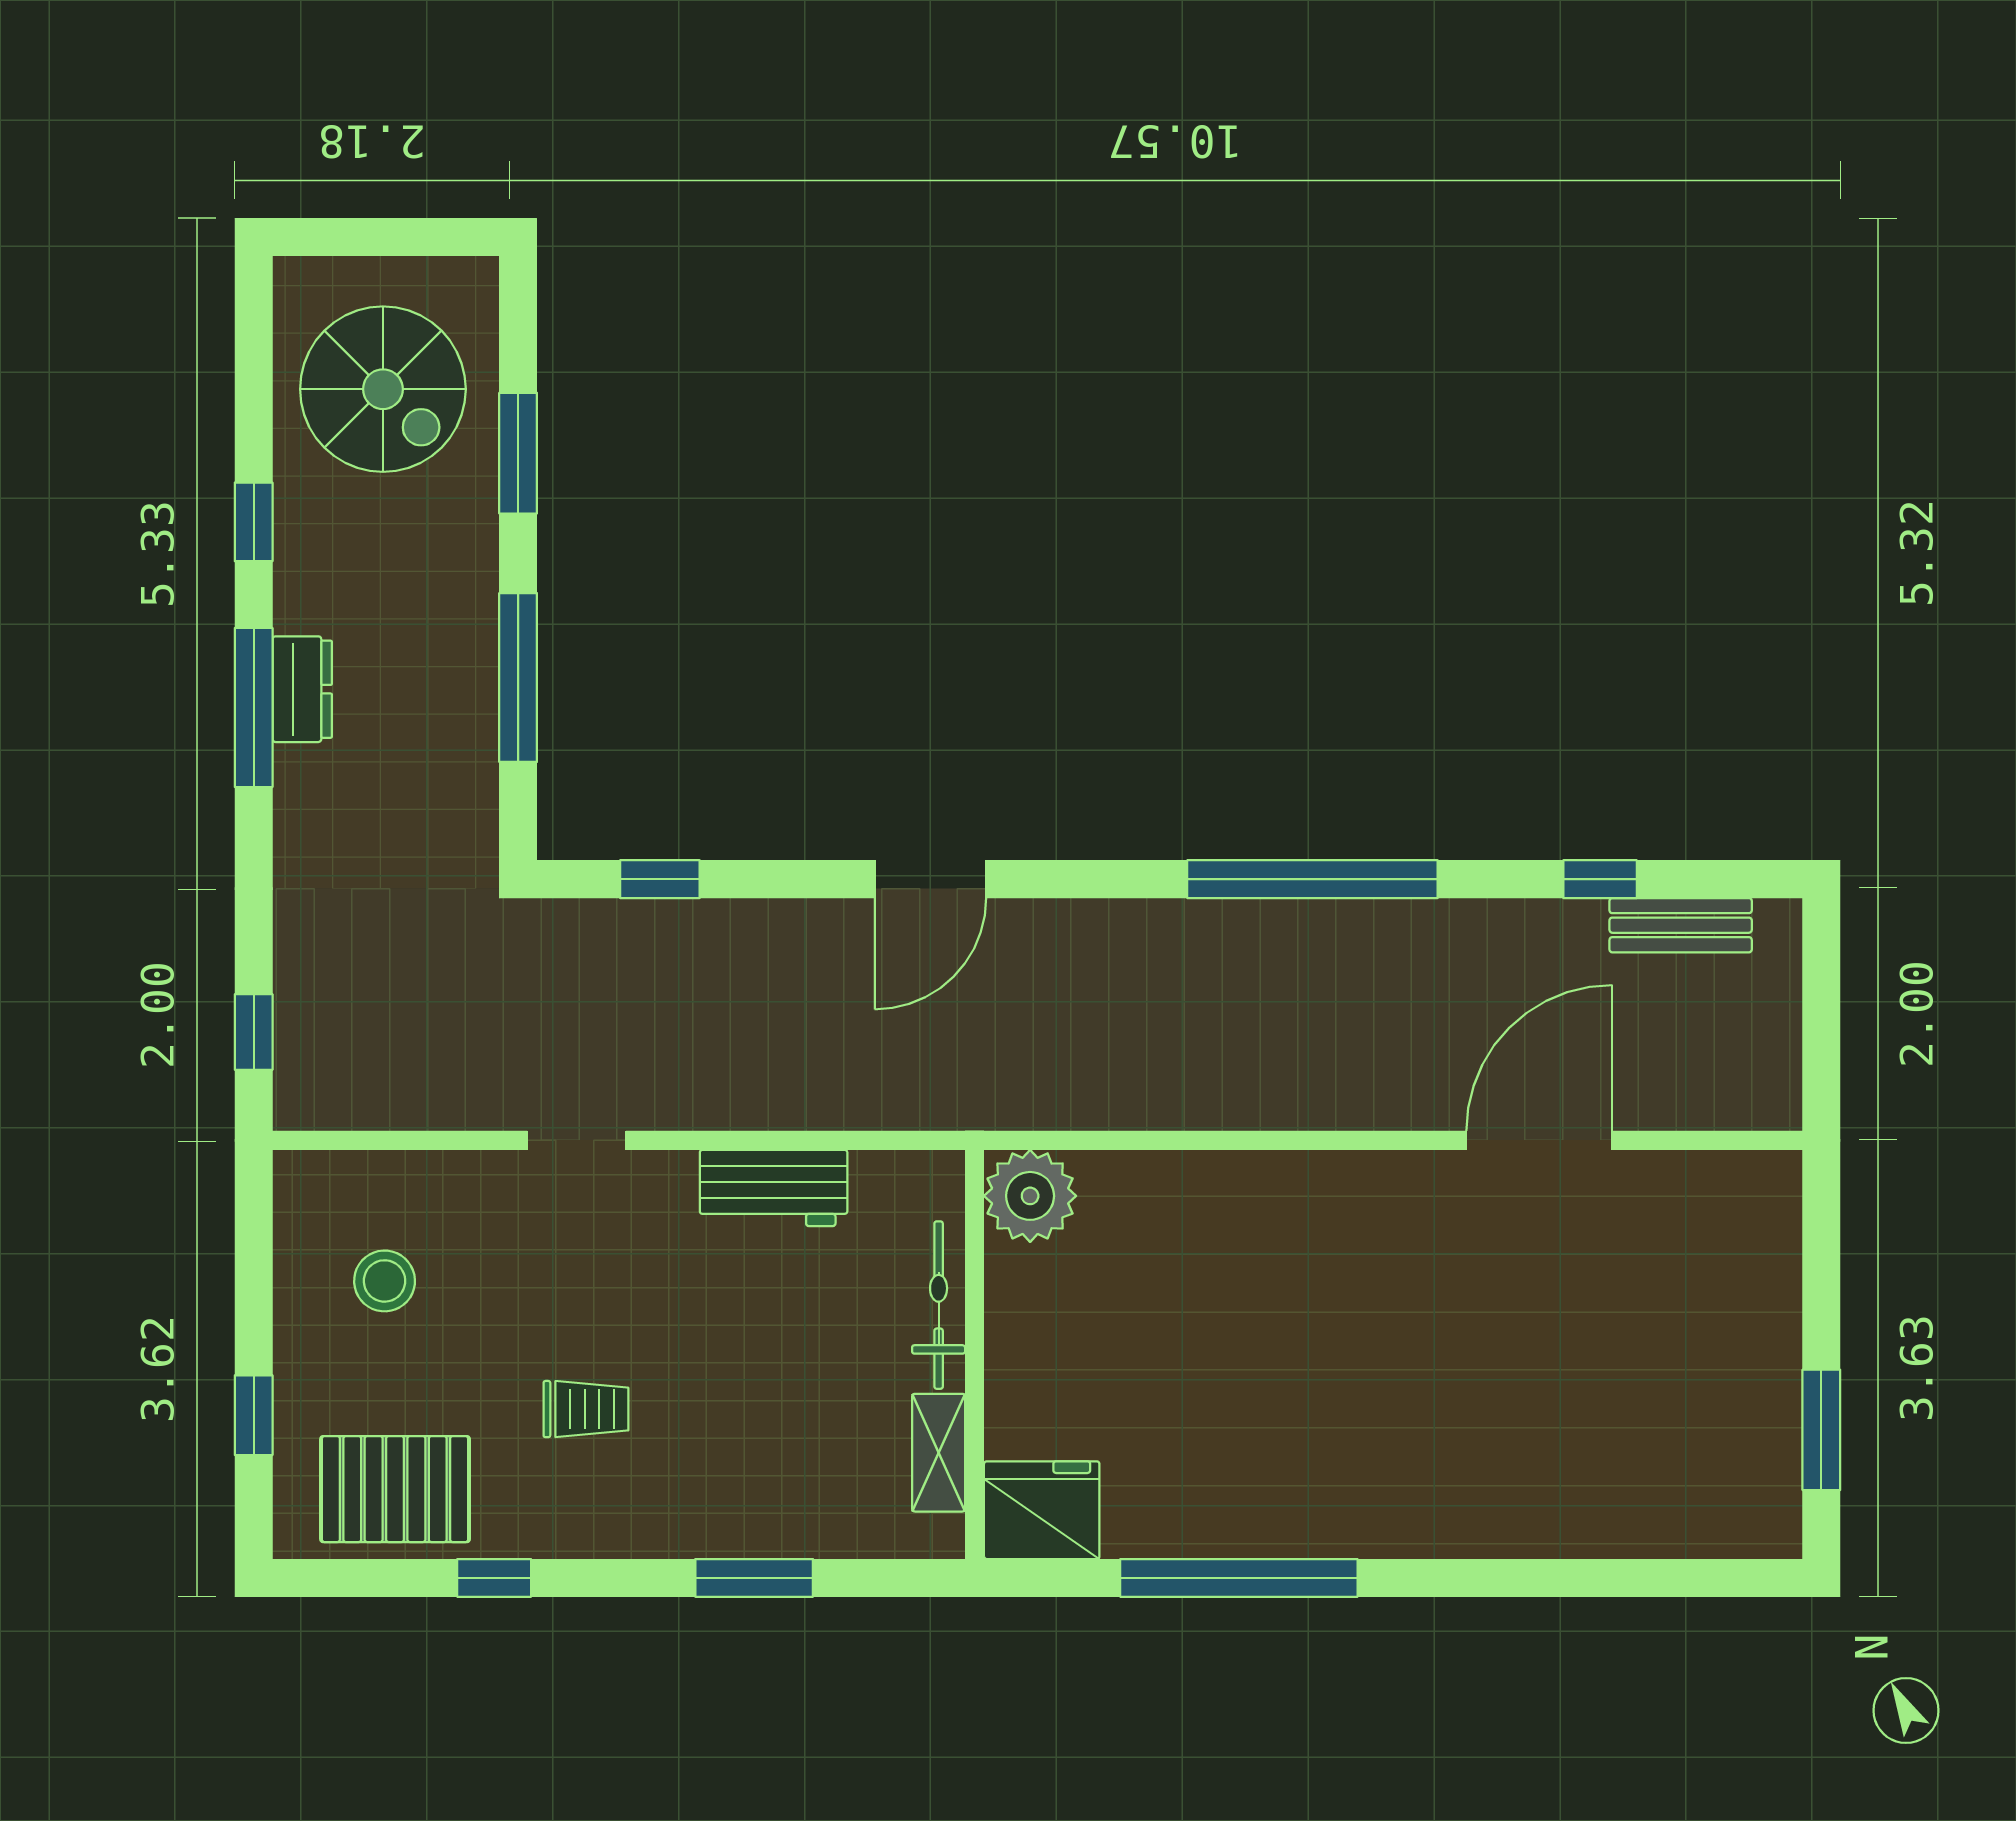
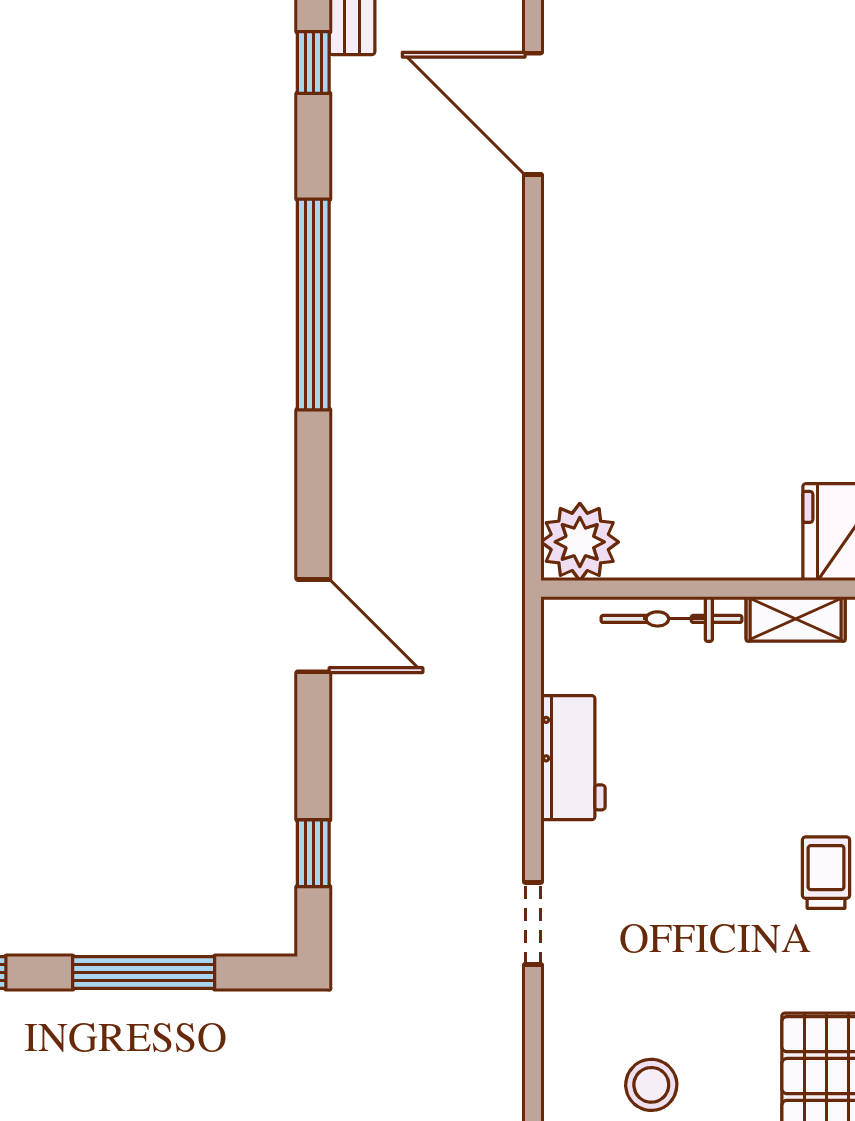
trolley: (586, 1409) -> (826, 873), moved

